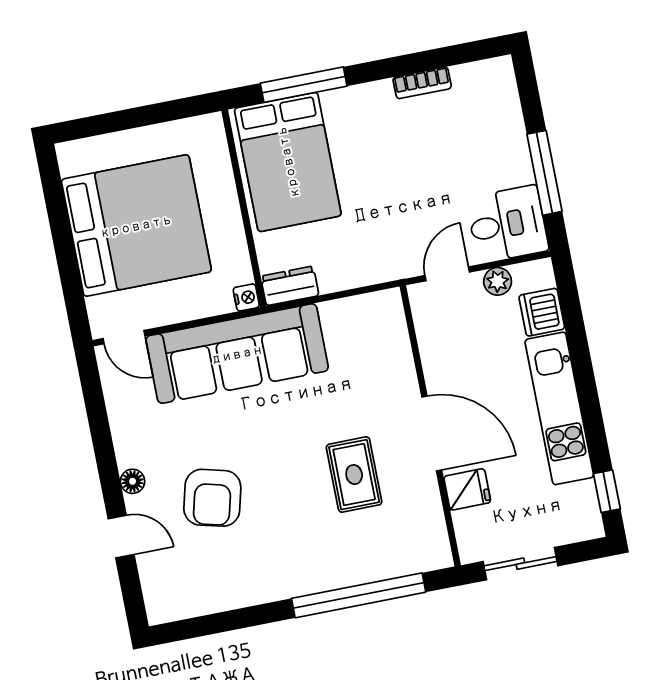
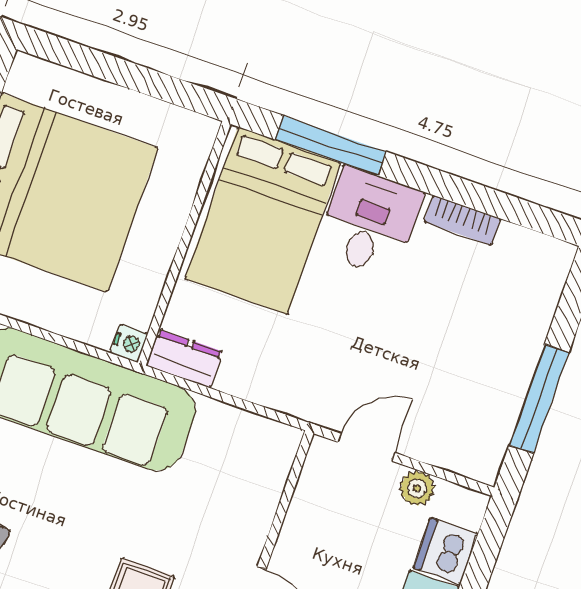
desk: (507, 224) -> (369, 222), moved, turned -90

